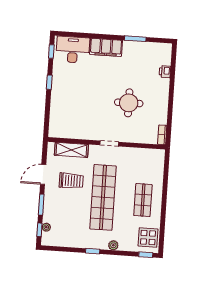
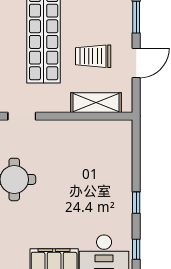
doorway: (109, 143) -> (22, 116), moved

